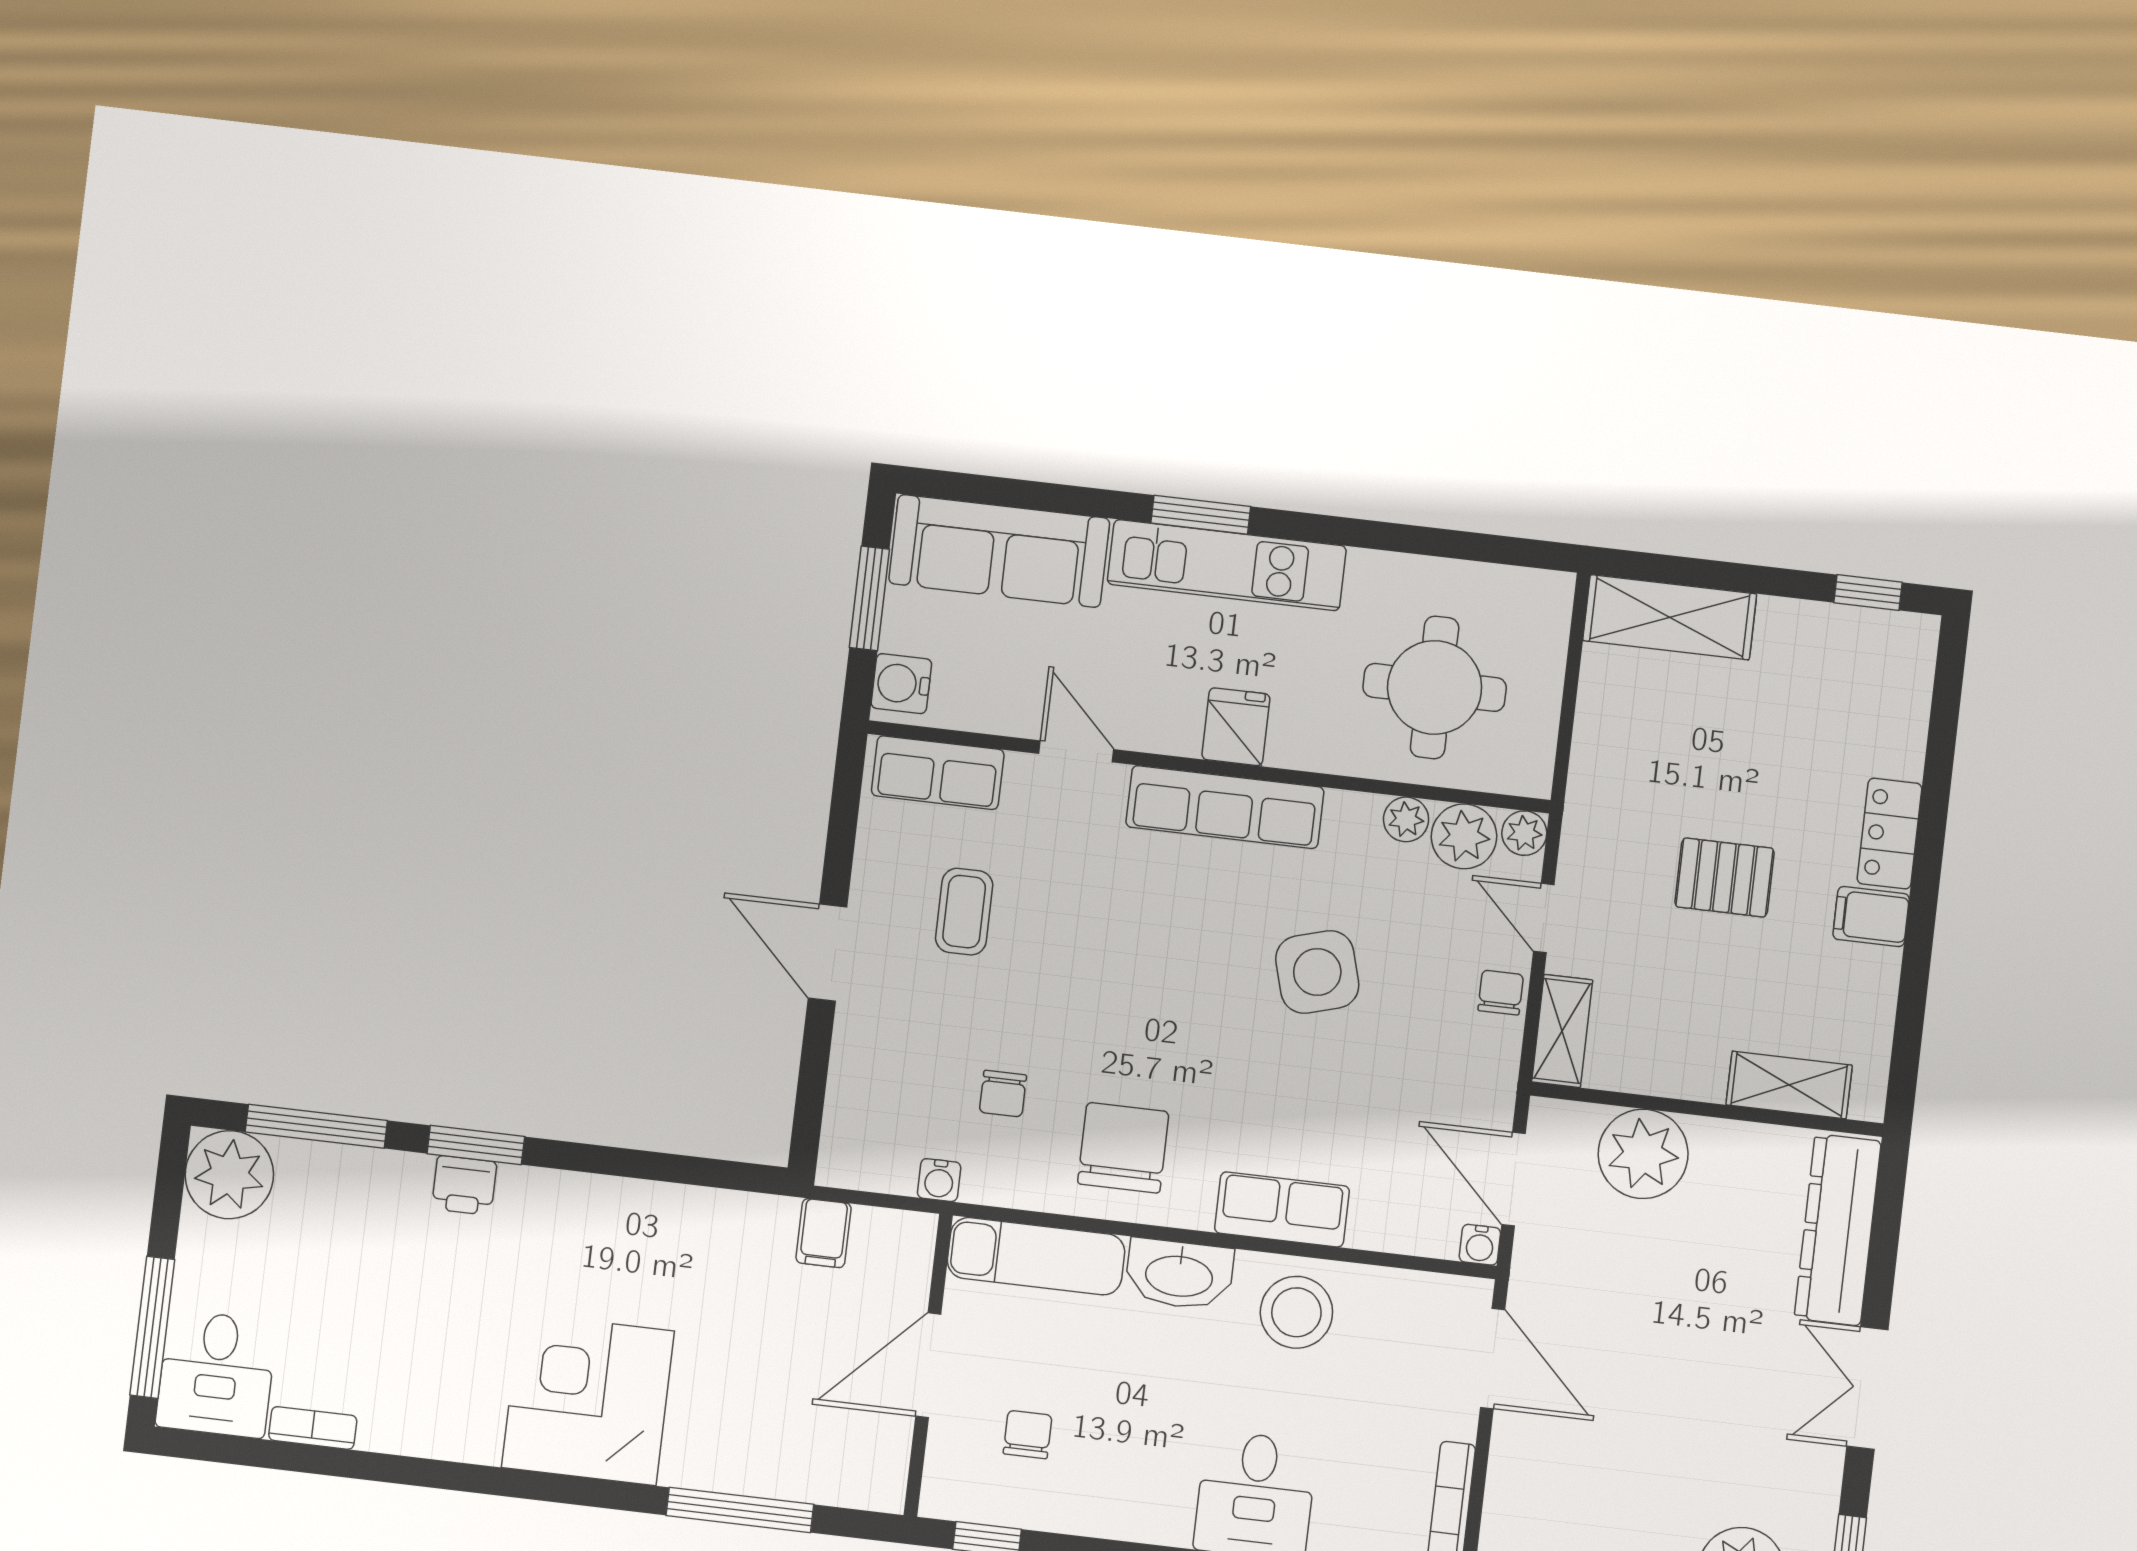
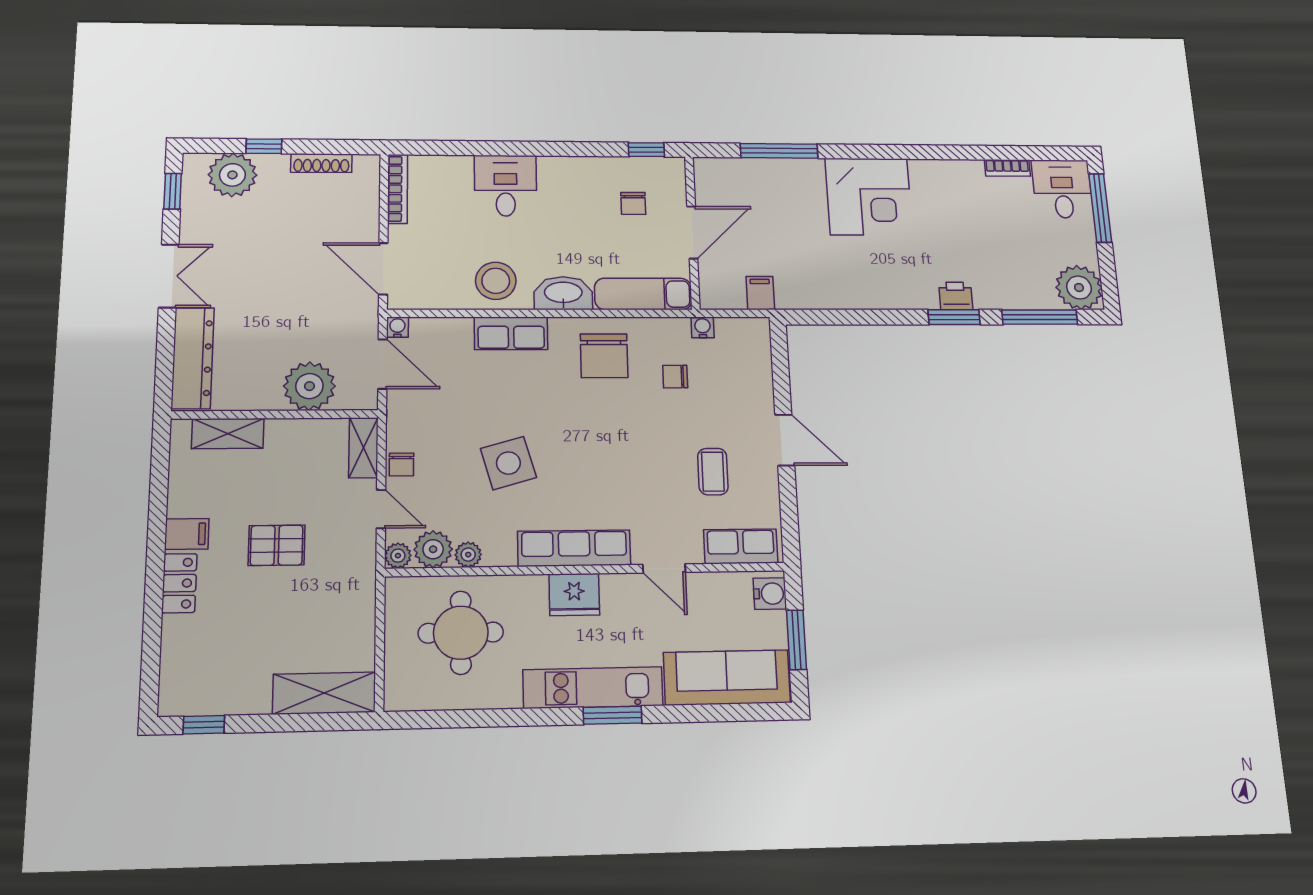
fridge: (1236, 727) -> (574, 595), width x1.38
chair: (1003, 1094) -> (675, 377), turned -90

